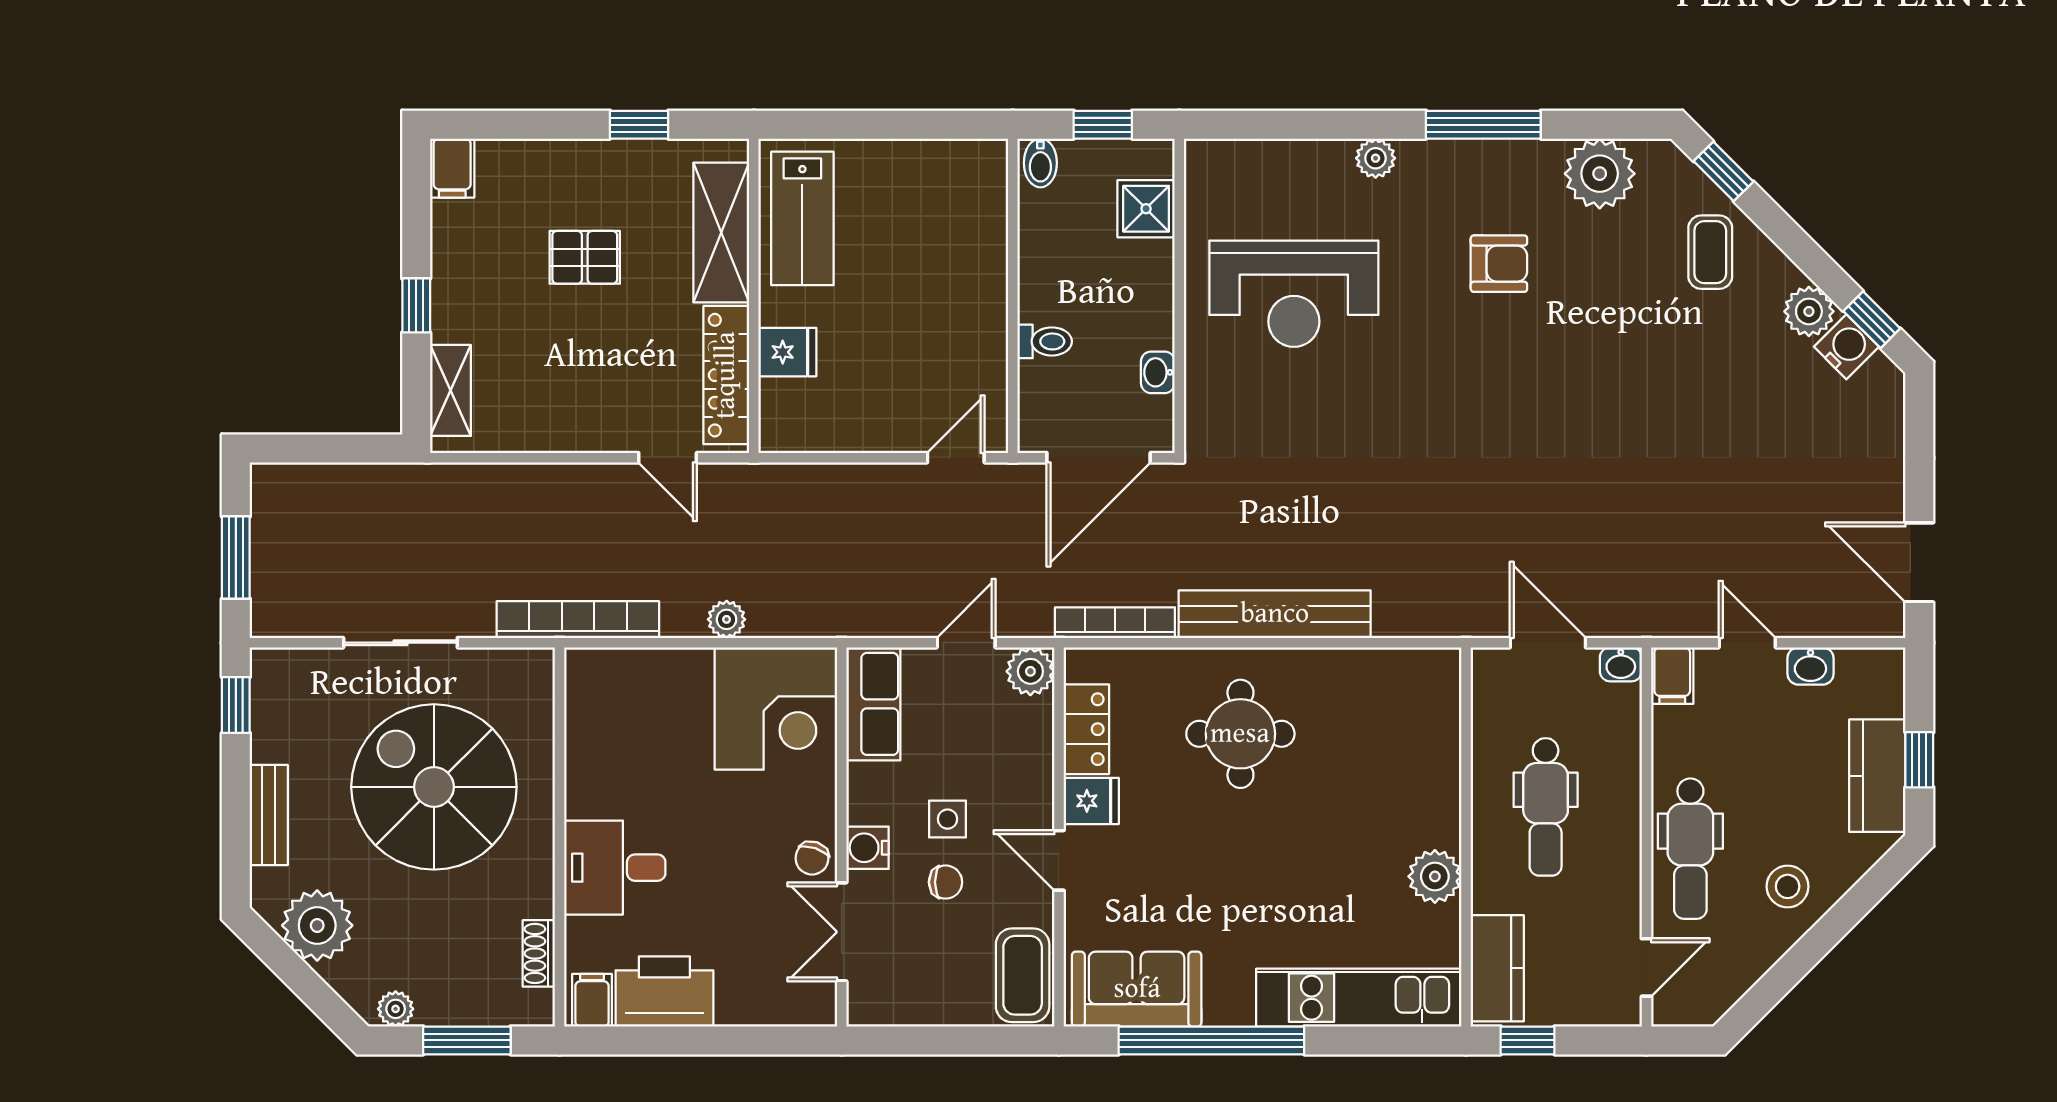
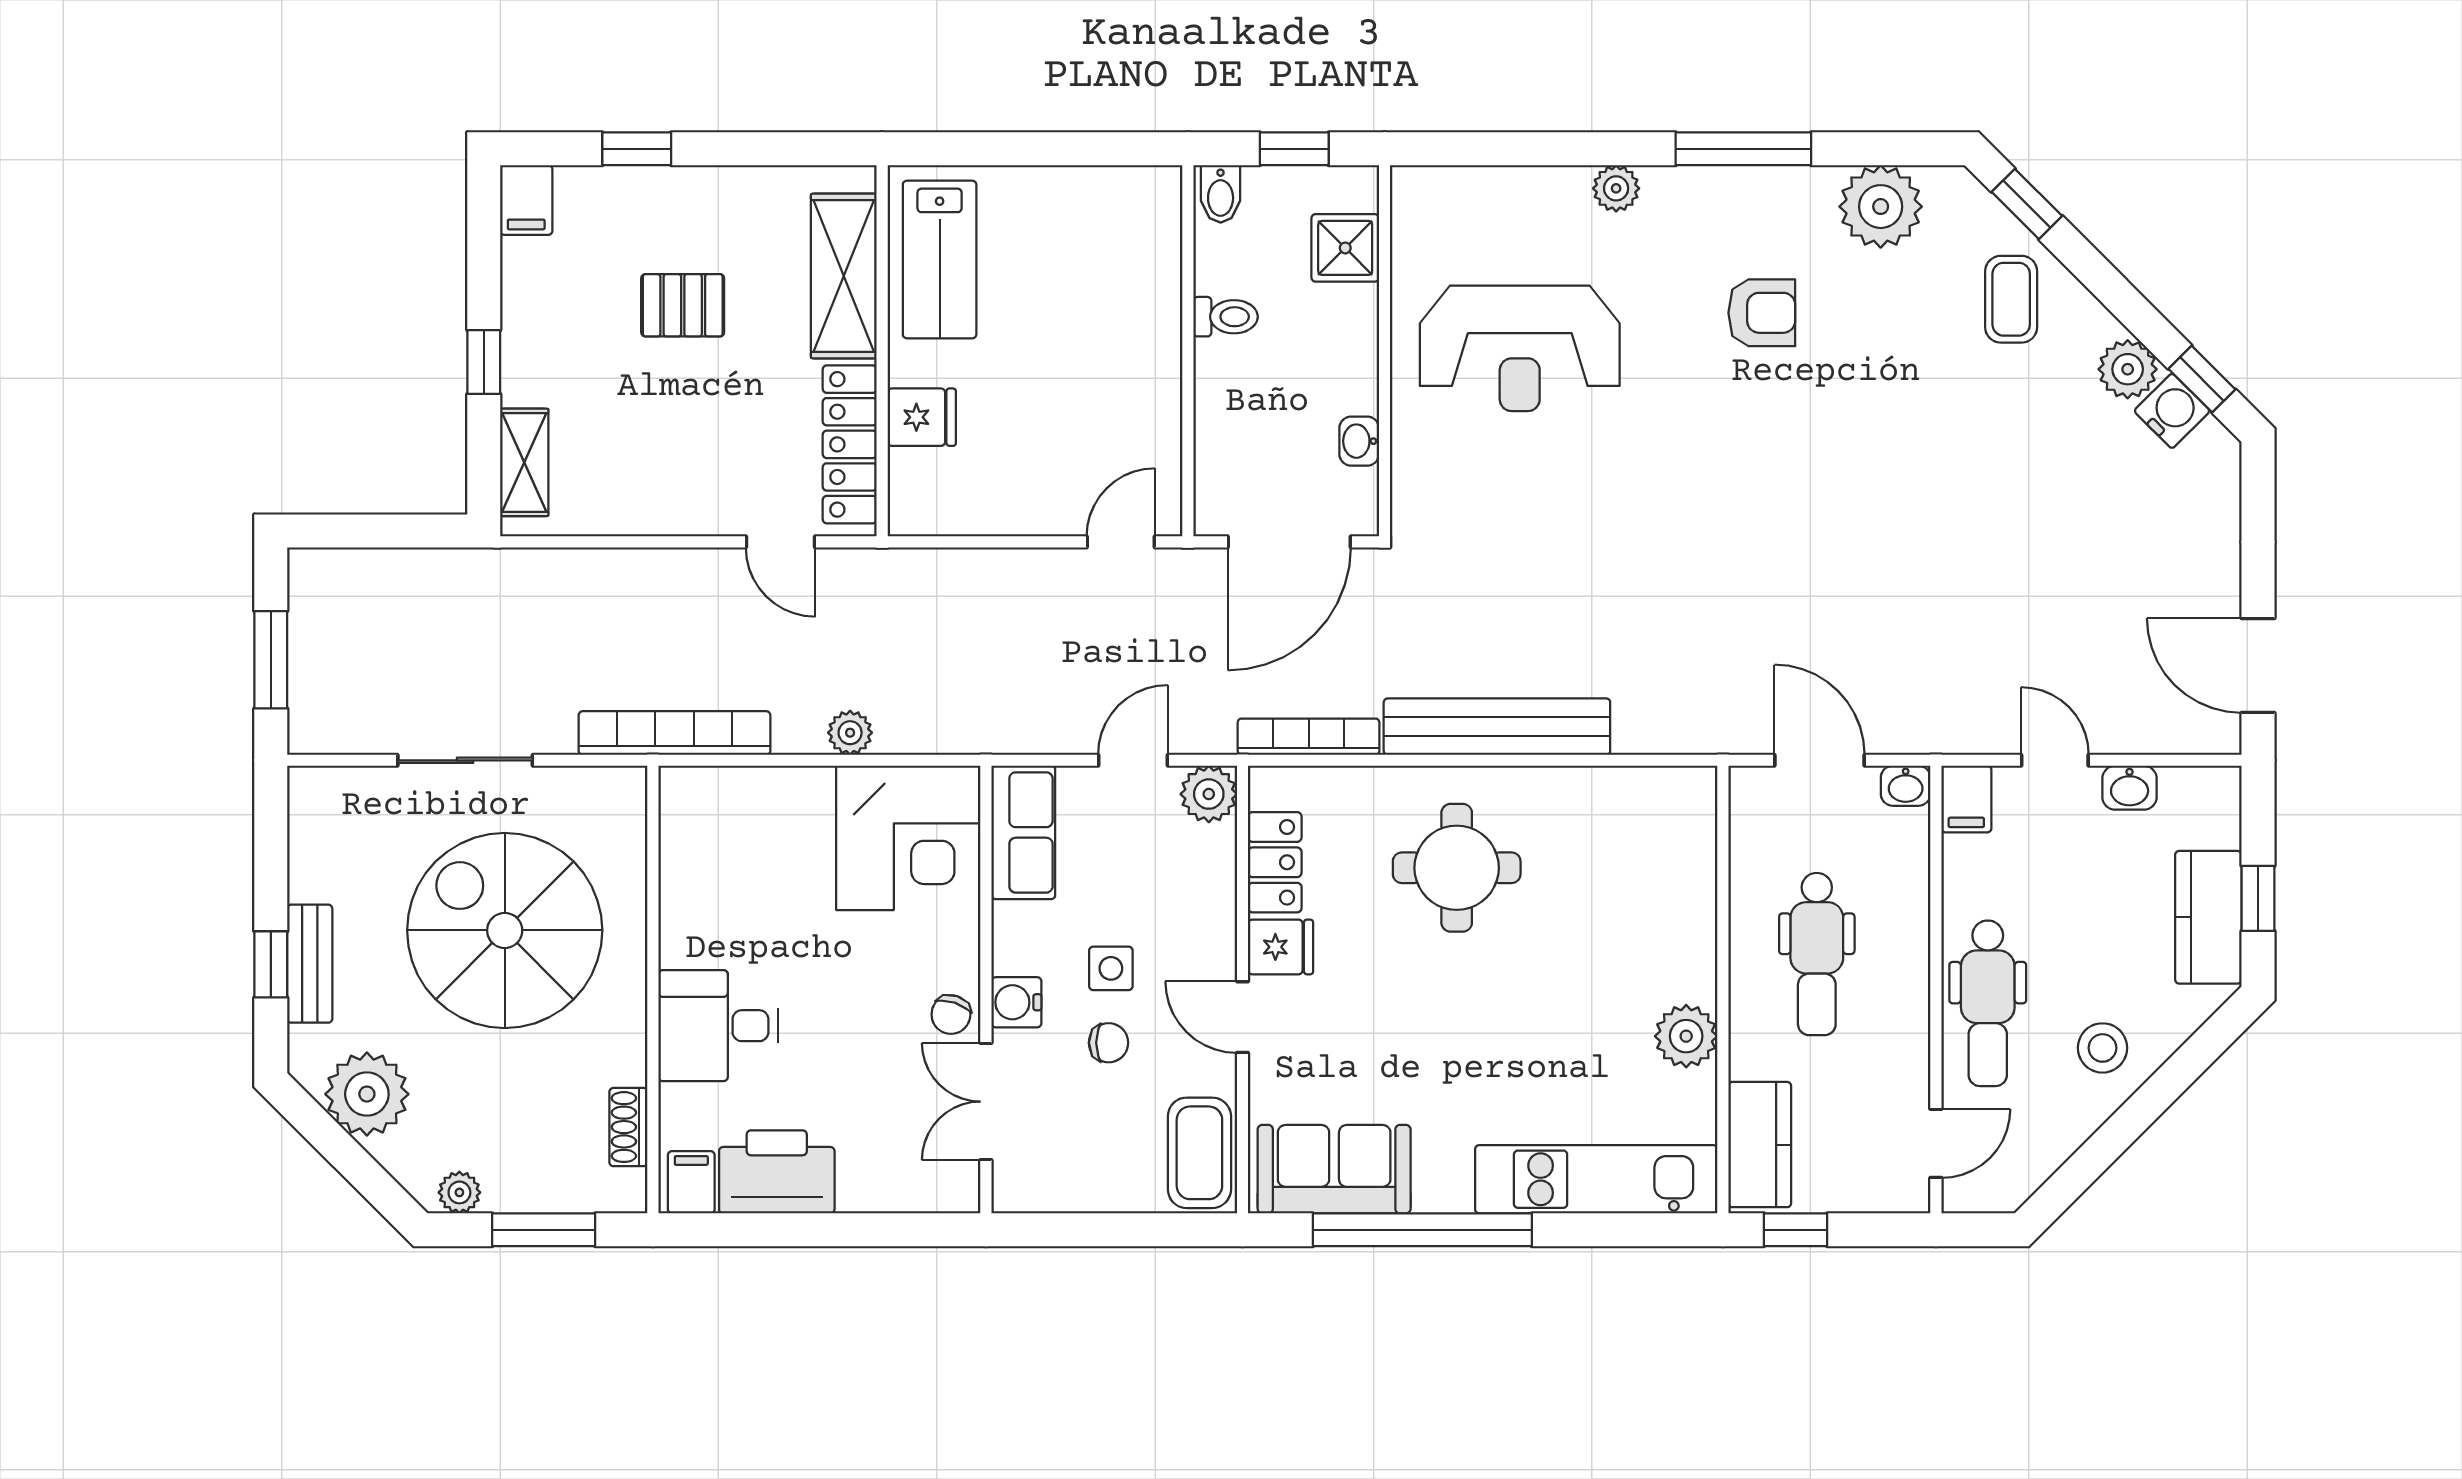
window: (639, 125) -> (637, 149), moved
toilet: (1045, 341) -> (1226, 317), moved
window: (236, 705) -> (271, 964), moved

